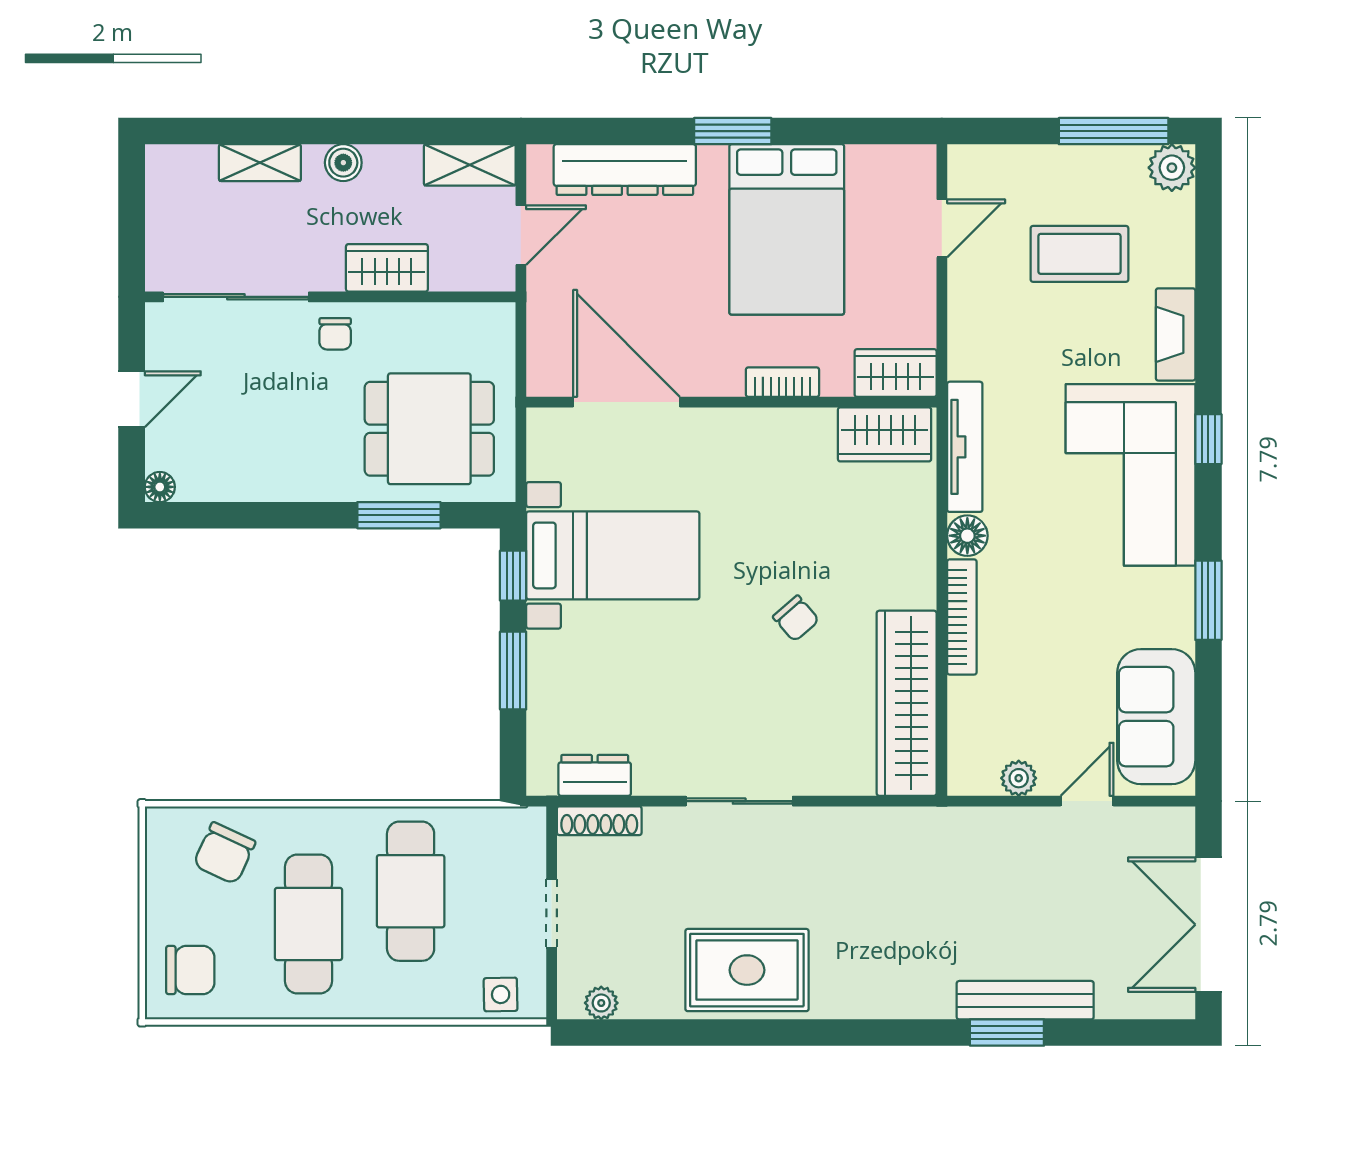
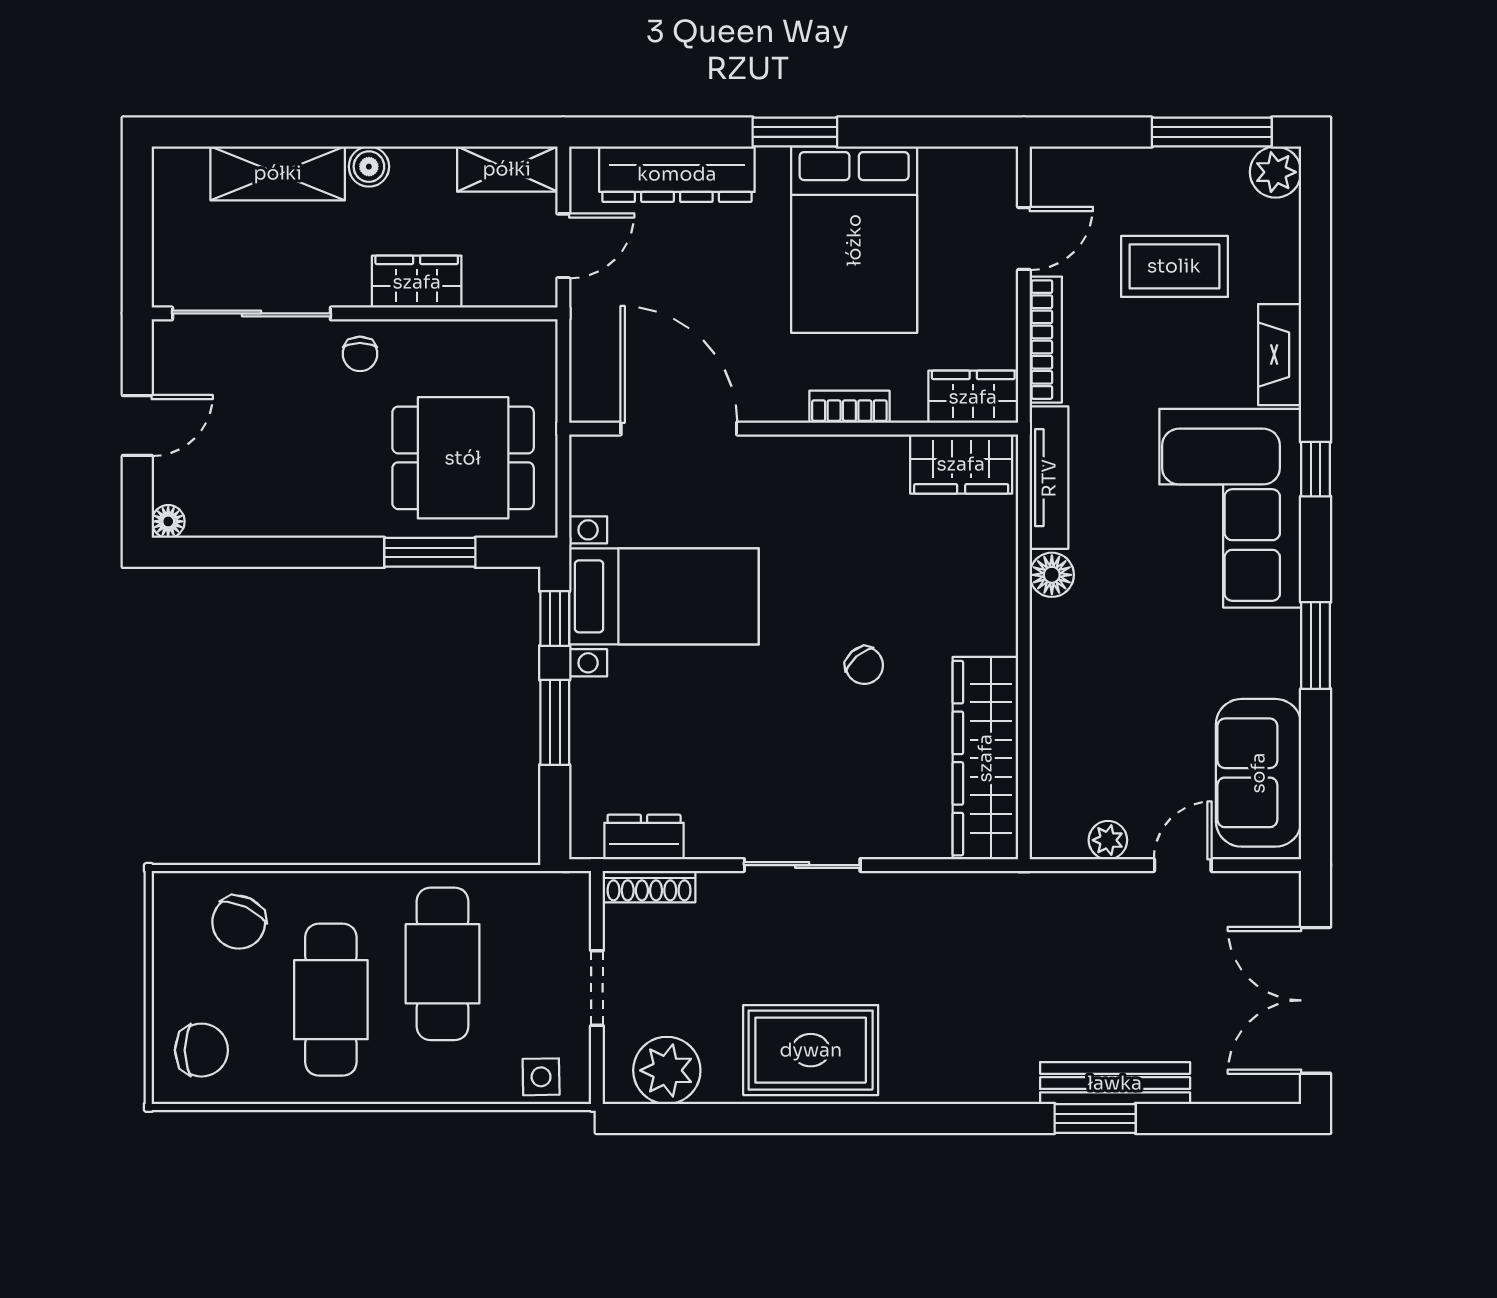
shelving: (260, 163) -> (278, 173), width x1.50, depth x1.33
bookcase: (962, 617) -> (1046, 340), moved
plant: (601, 1003) -> (667, 1070), width x1.88, depth x1.88

